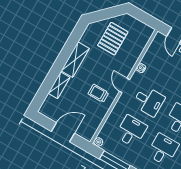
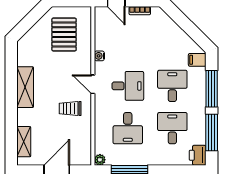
pallet: (113, 39) -> (64, 34), moved
shelving: (59, 85) -> (24, 142), moved
desk: (131, 131) -> (128, 128), turned 180

